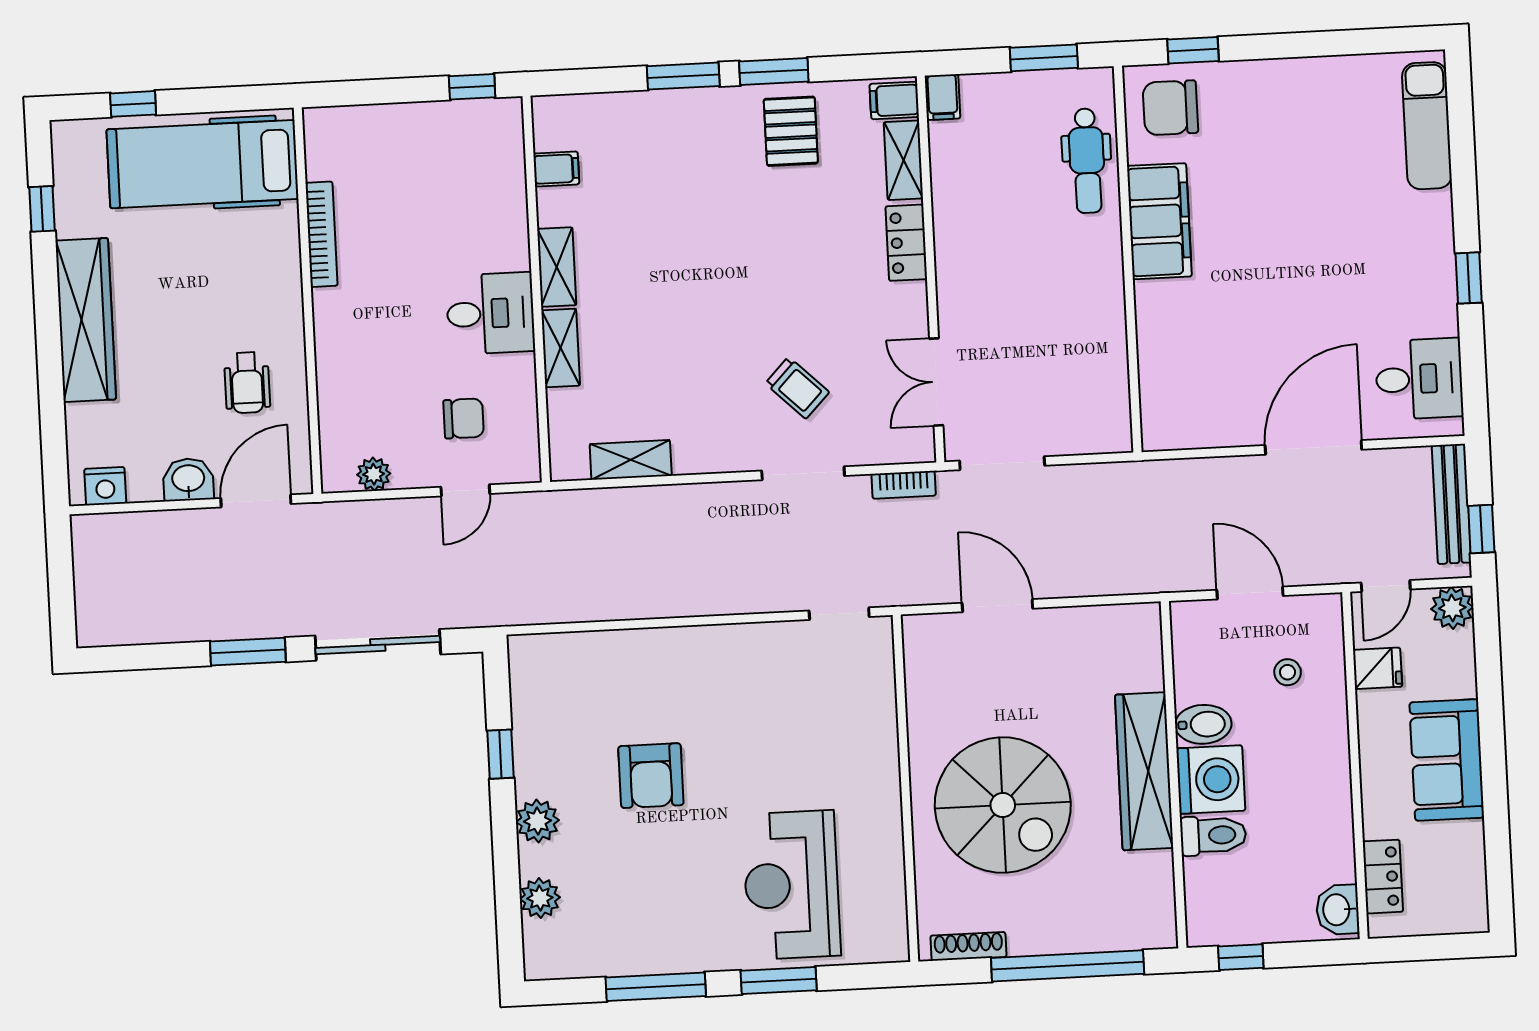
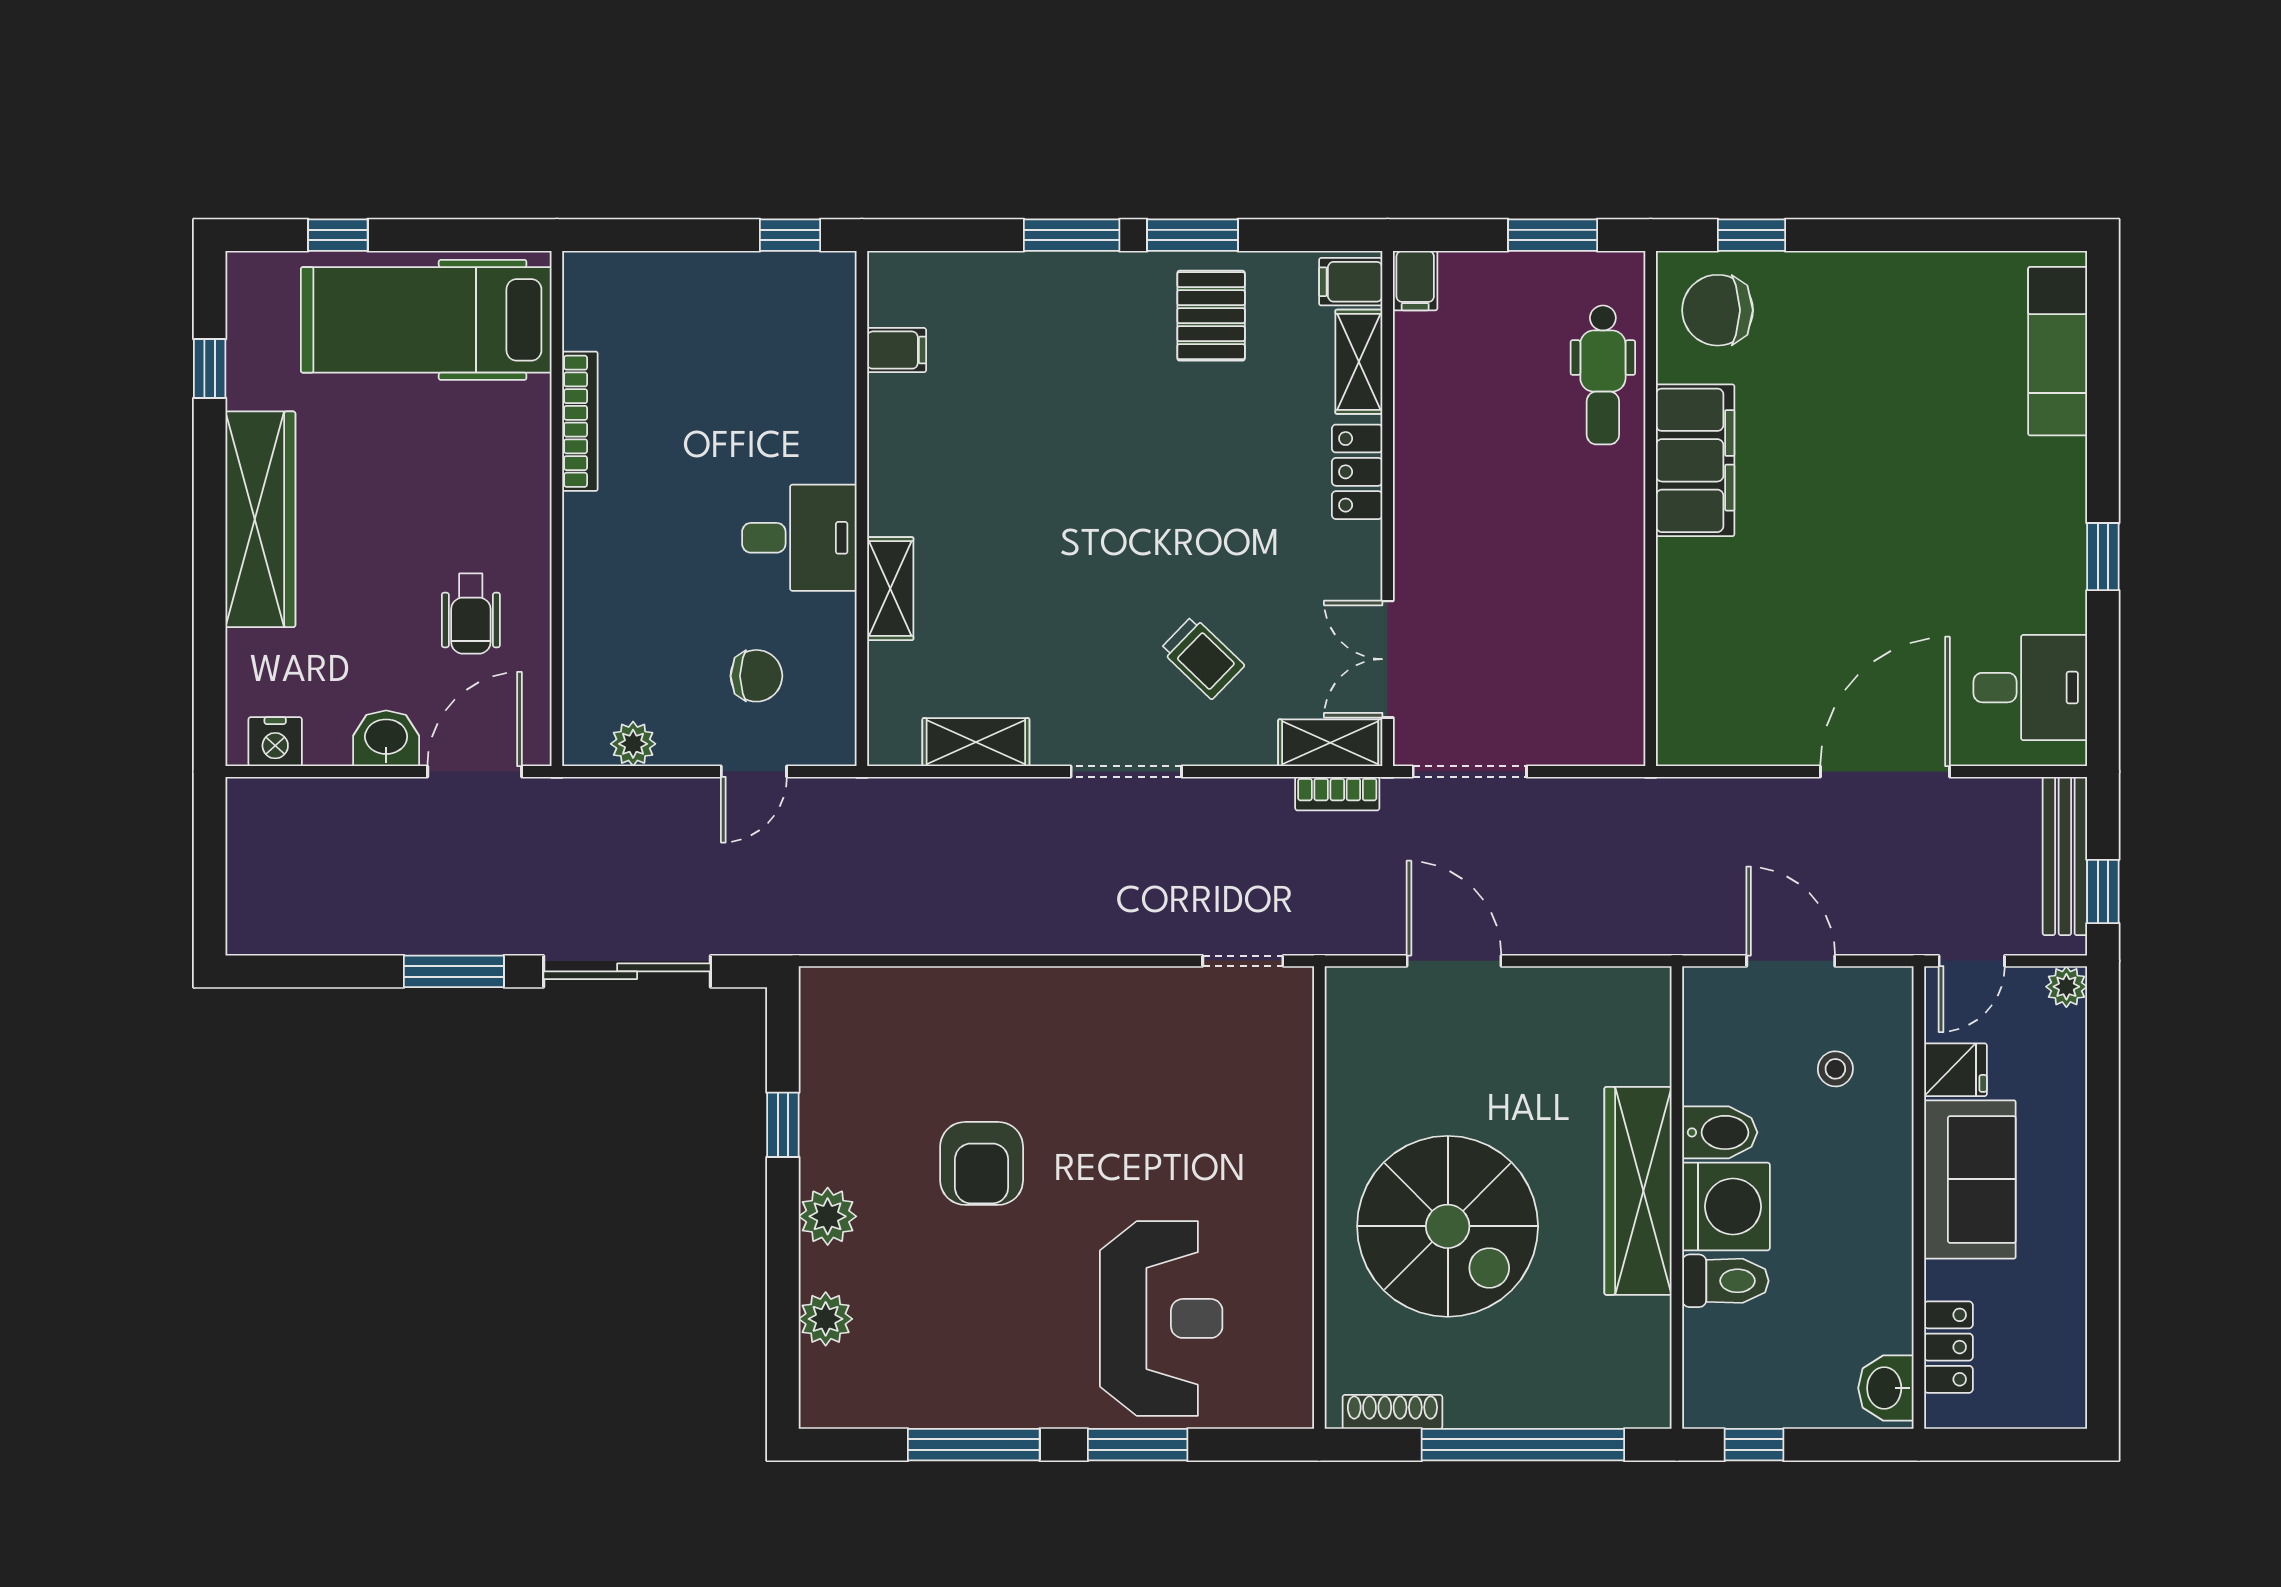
shelving: (557, 267) -> (1330, 743), moved, turned 90
doorway: (803, 473) -> (1126, 772), moved
plant: (1452, 608) -> (2066, 987), width x0.73, depth x0.73
sofa: (1447, 760) -> (1970, 1179), moved, turned 180
reception desk: (791, 885) -> (1161, 1318), turned 180

